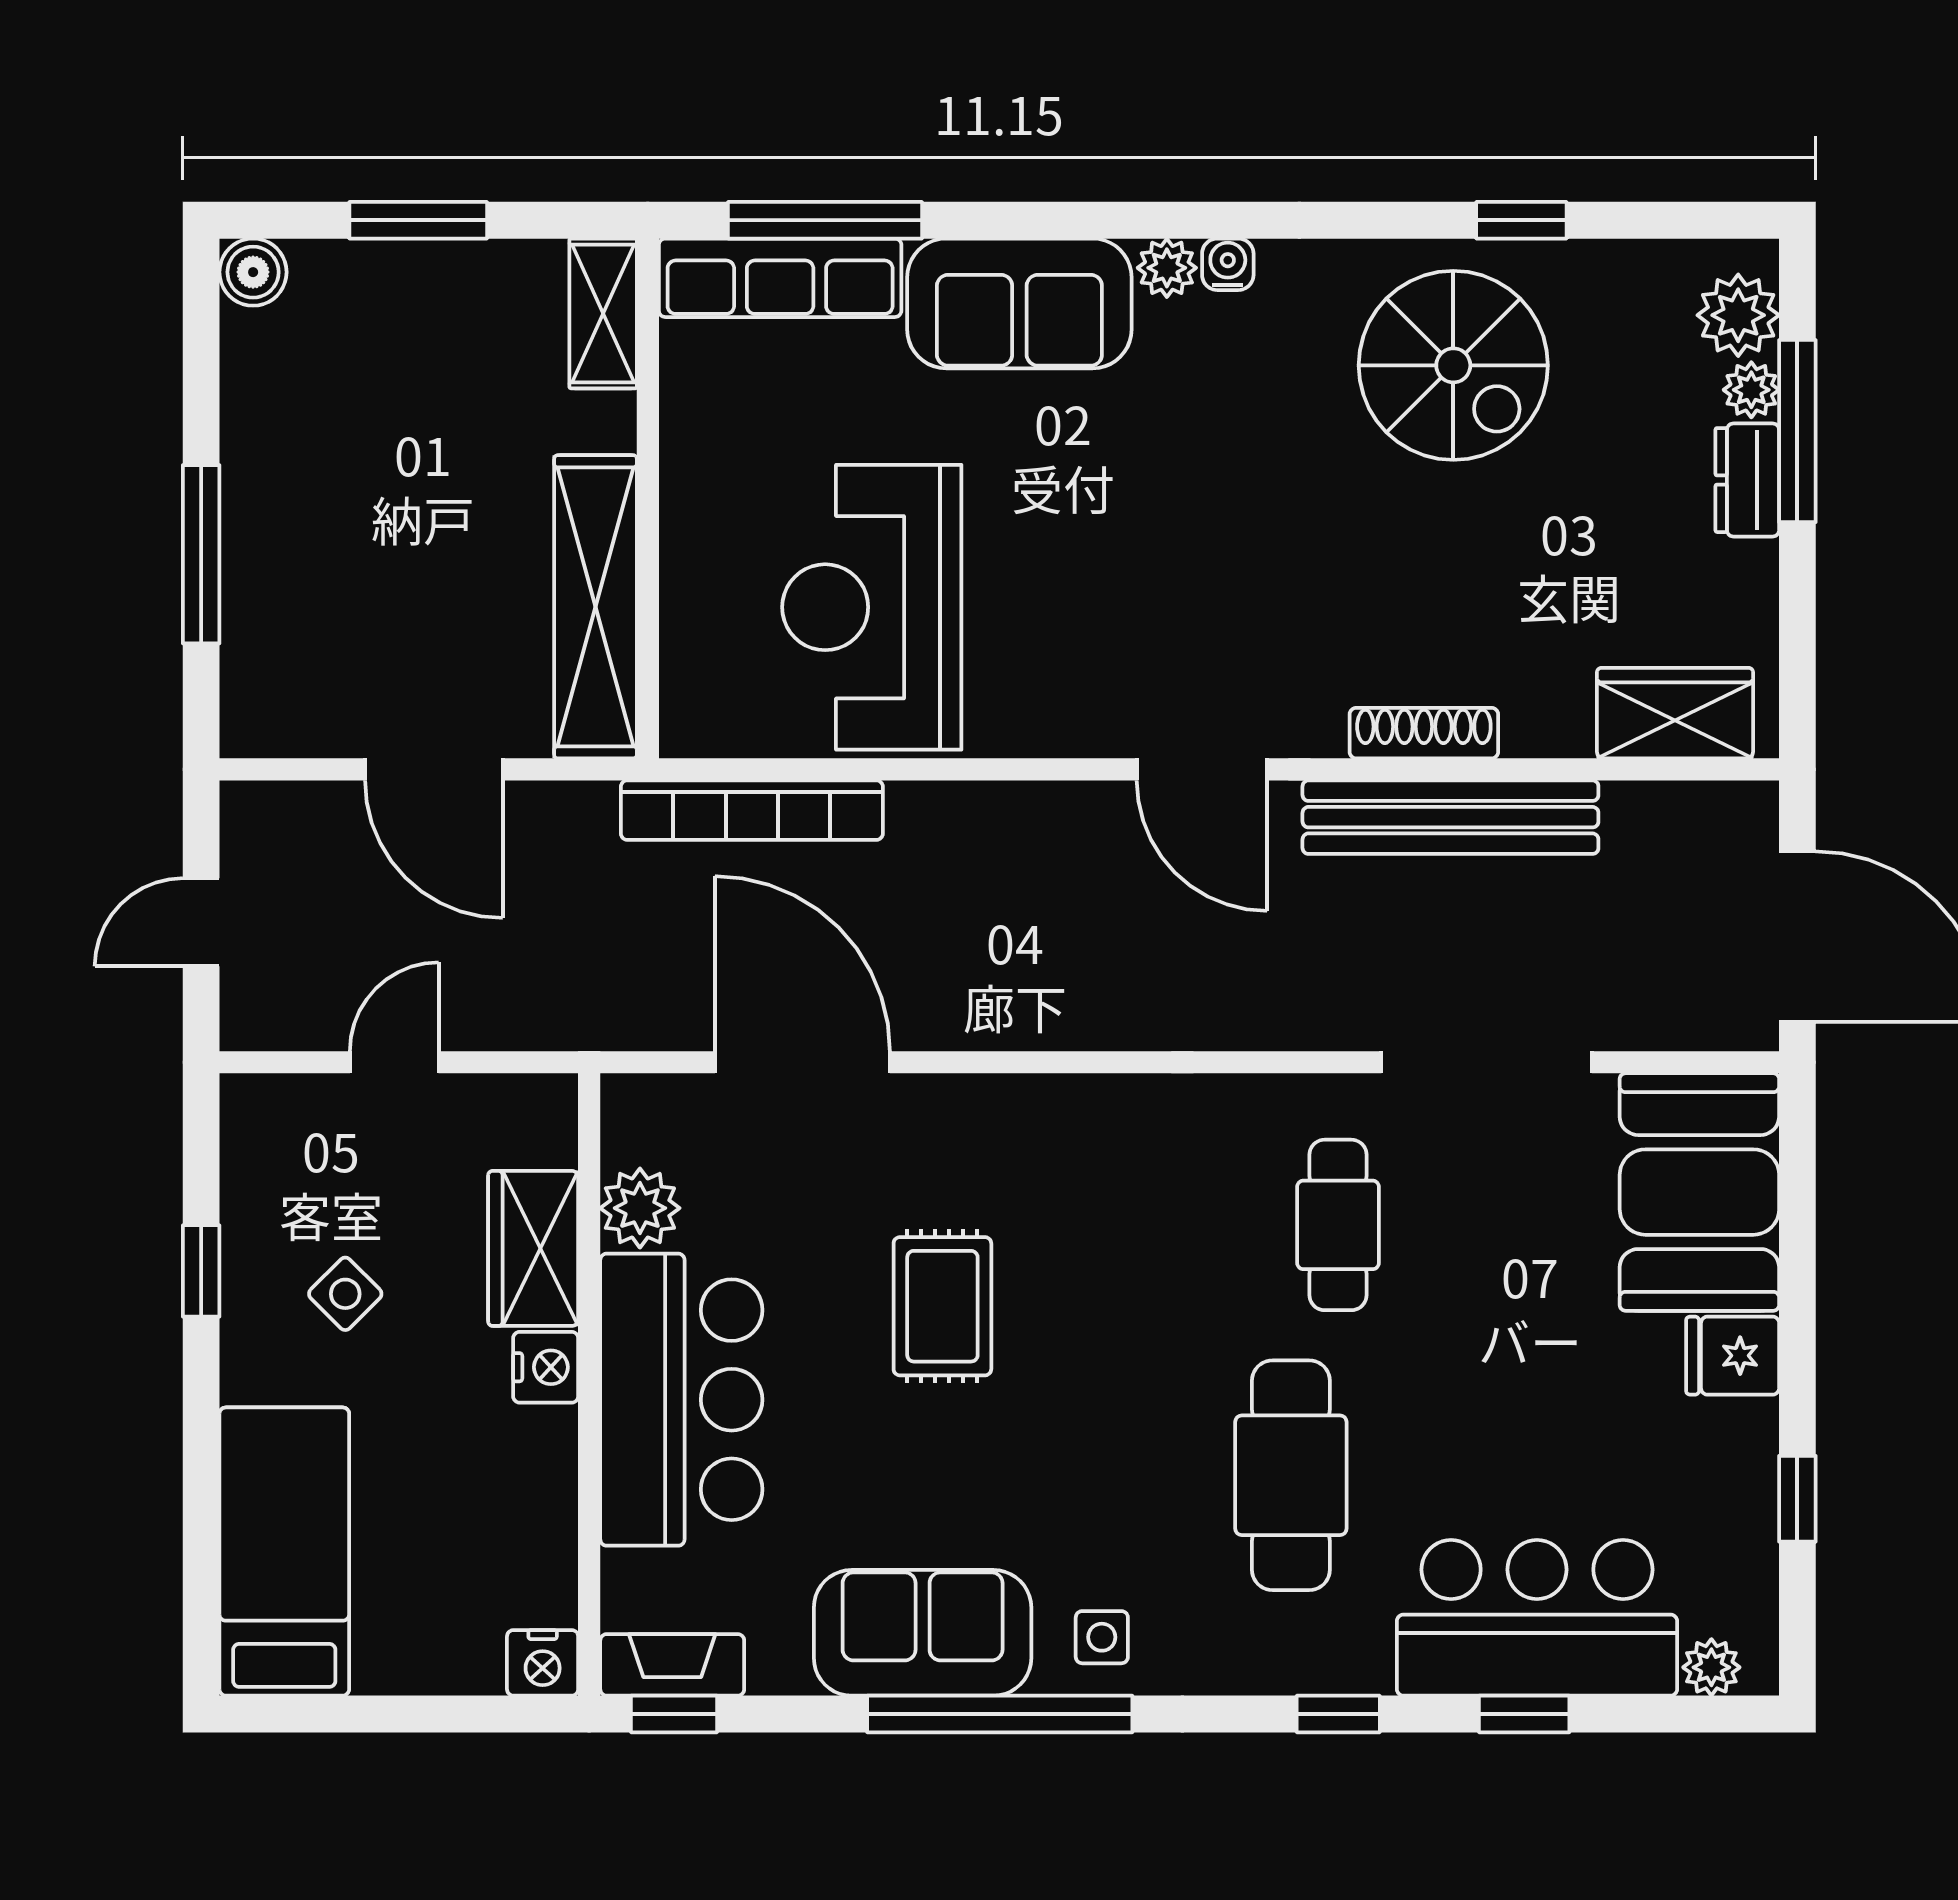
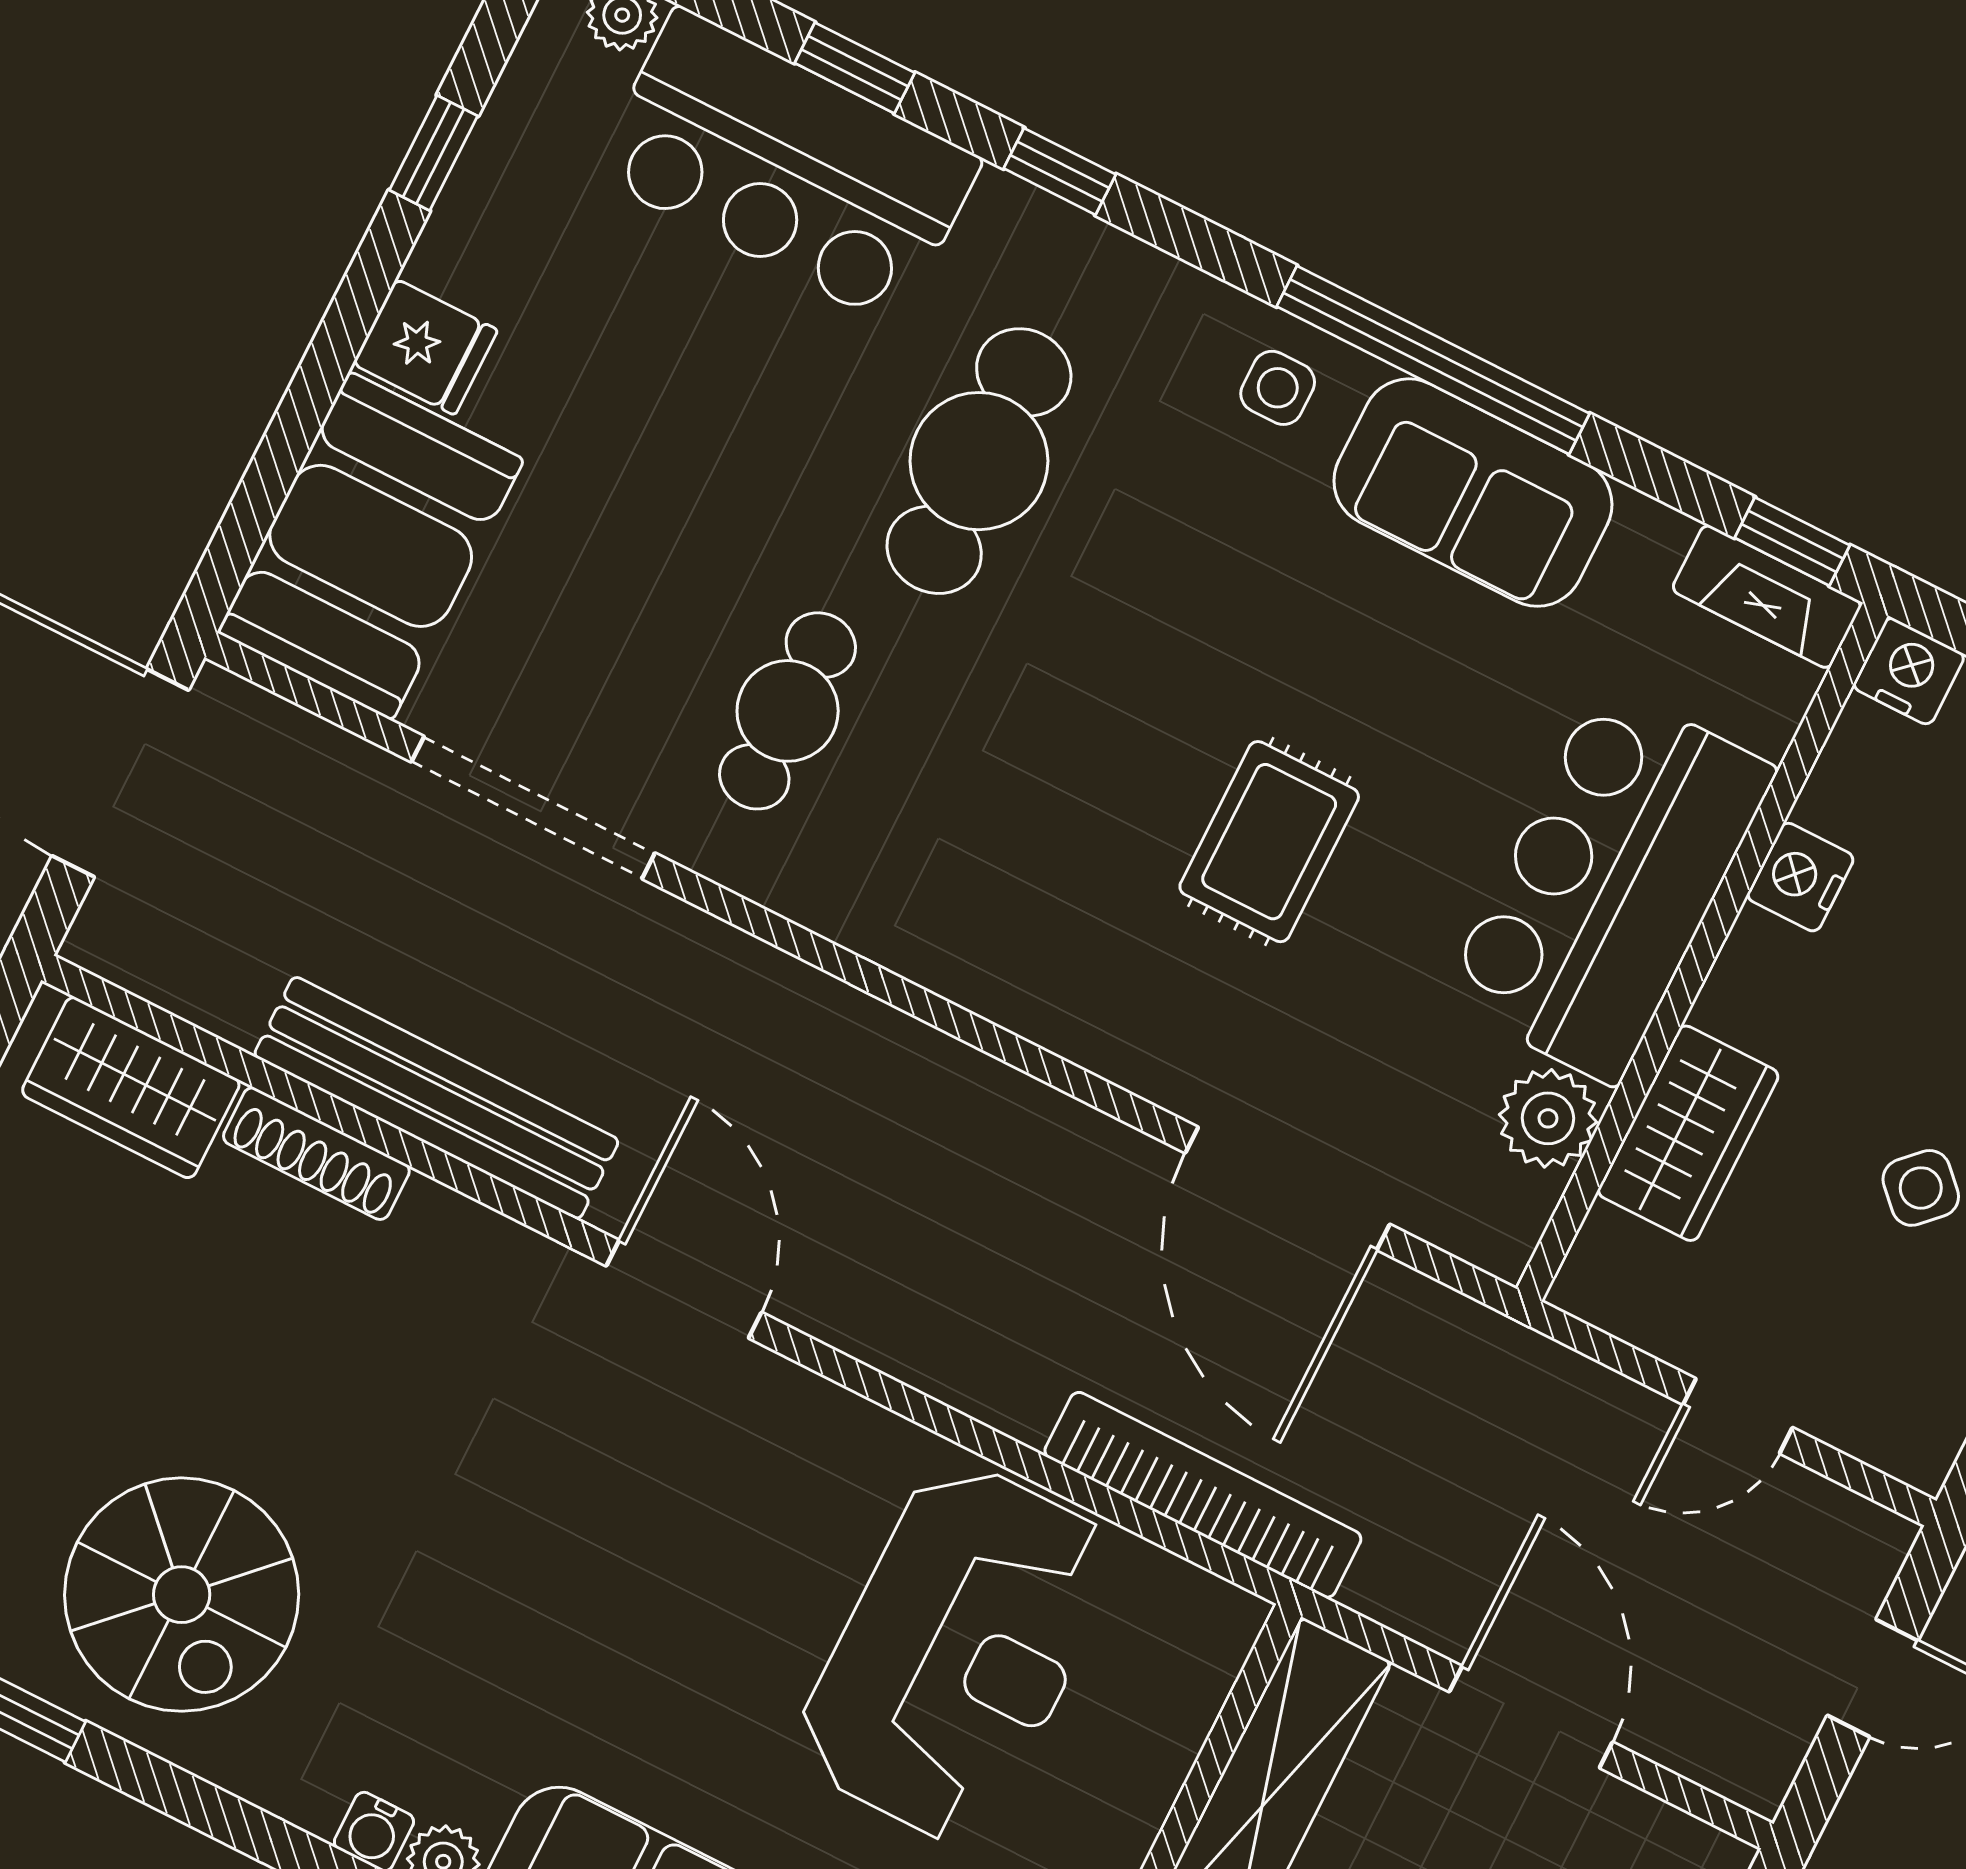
spiral stairs: (1453, 365) -> (182, 1595), turned 180
shoe rack: (1424, 733) -> (316, 1154), moved
nightstand: (546, 1367) -> (1800, 877), moved

